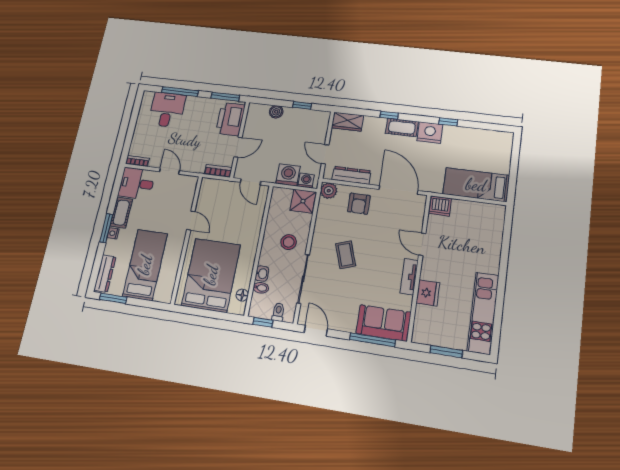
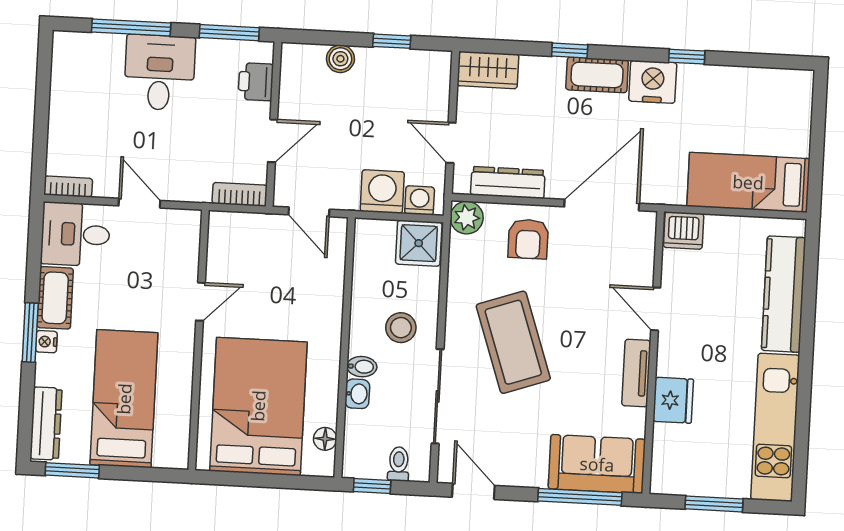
desk: (167, 110) -> (160, 73), moved
printer: (230, 119) -> (256, 82), width x0.53, depth x0.68
door: (398, 190) -> (602, 205), hinge flipped
door: (191, 221) -> (201, 302), hinge flipped
kitchen counter: (492, 243) -> (784, 294), added
coffee table: (346, 255) -> (513, 342), width x1.86, depth x1.72
bidet: (261, 288) -> (362, 367), moved

